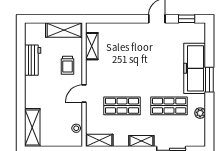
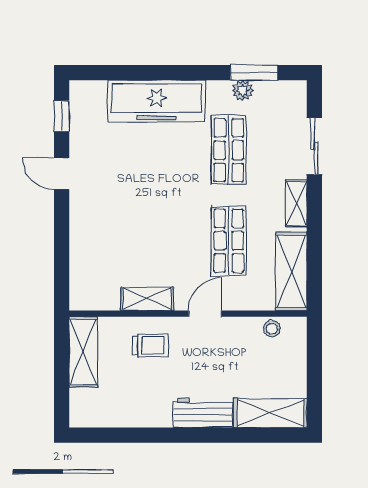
shelving: (92, 46) -> (147, 299), moved
workbench: (33, 60) -> (203, 412), moved
window: (209, 80) -> (254, 73), moved
door: (84, 94) -> (205, 314), swing flipped
shelving: (99, 140) -> (291, 271), width x1.50, depth x1.33

